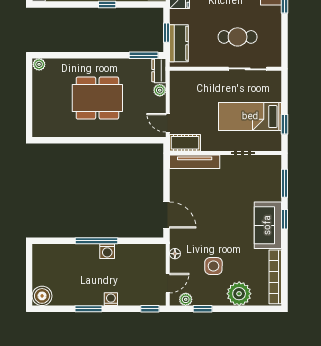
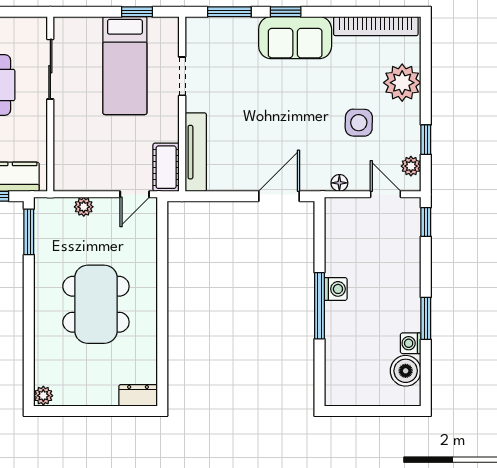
dresser: (159, 71) -> (138, 395), moved, turned 180
boiler: (42, 296) -> (406, 371), moved
washing machine: (111, 299) -> (411, 343), moved

